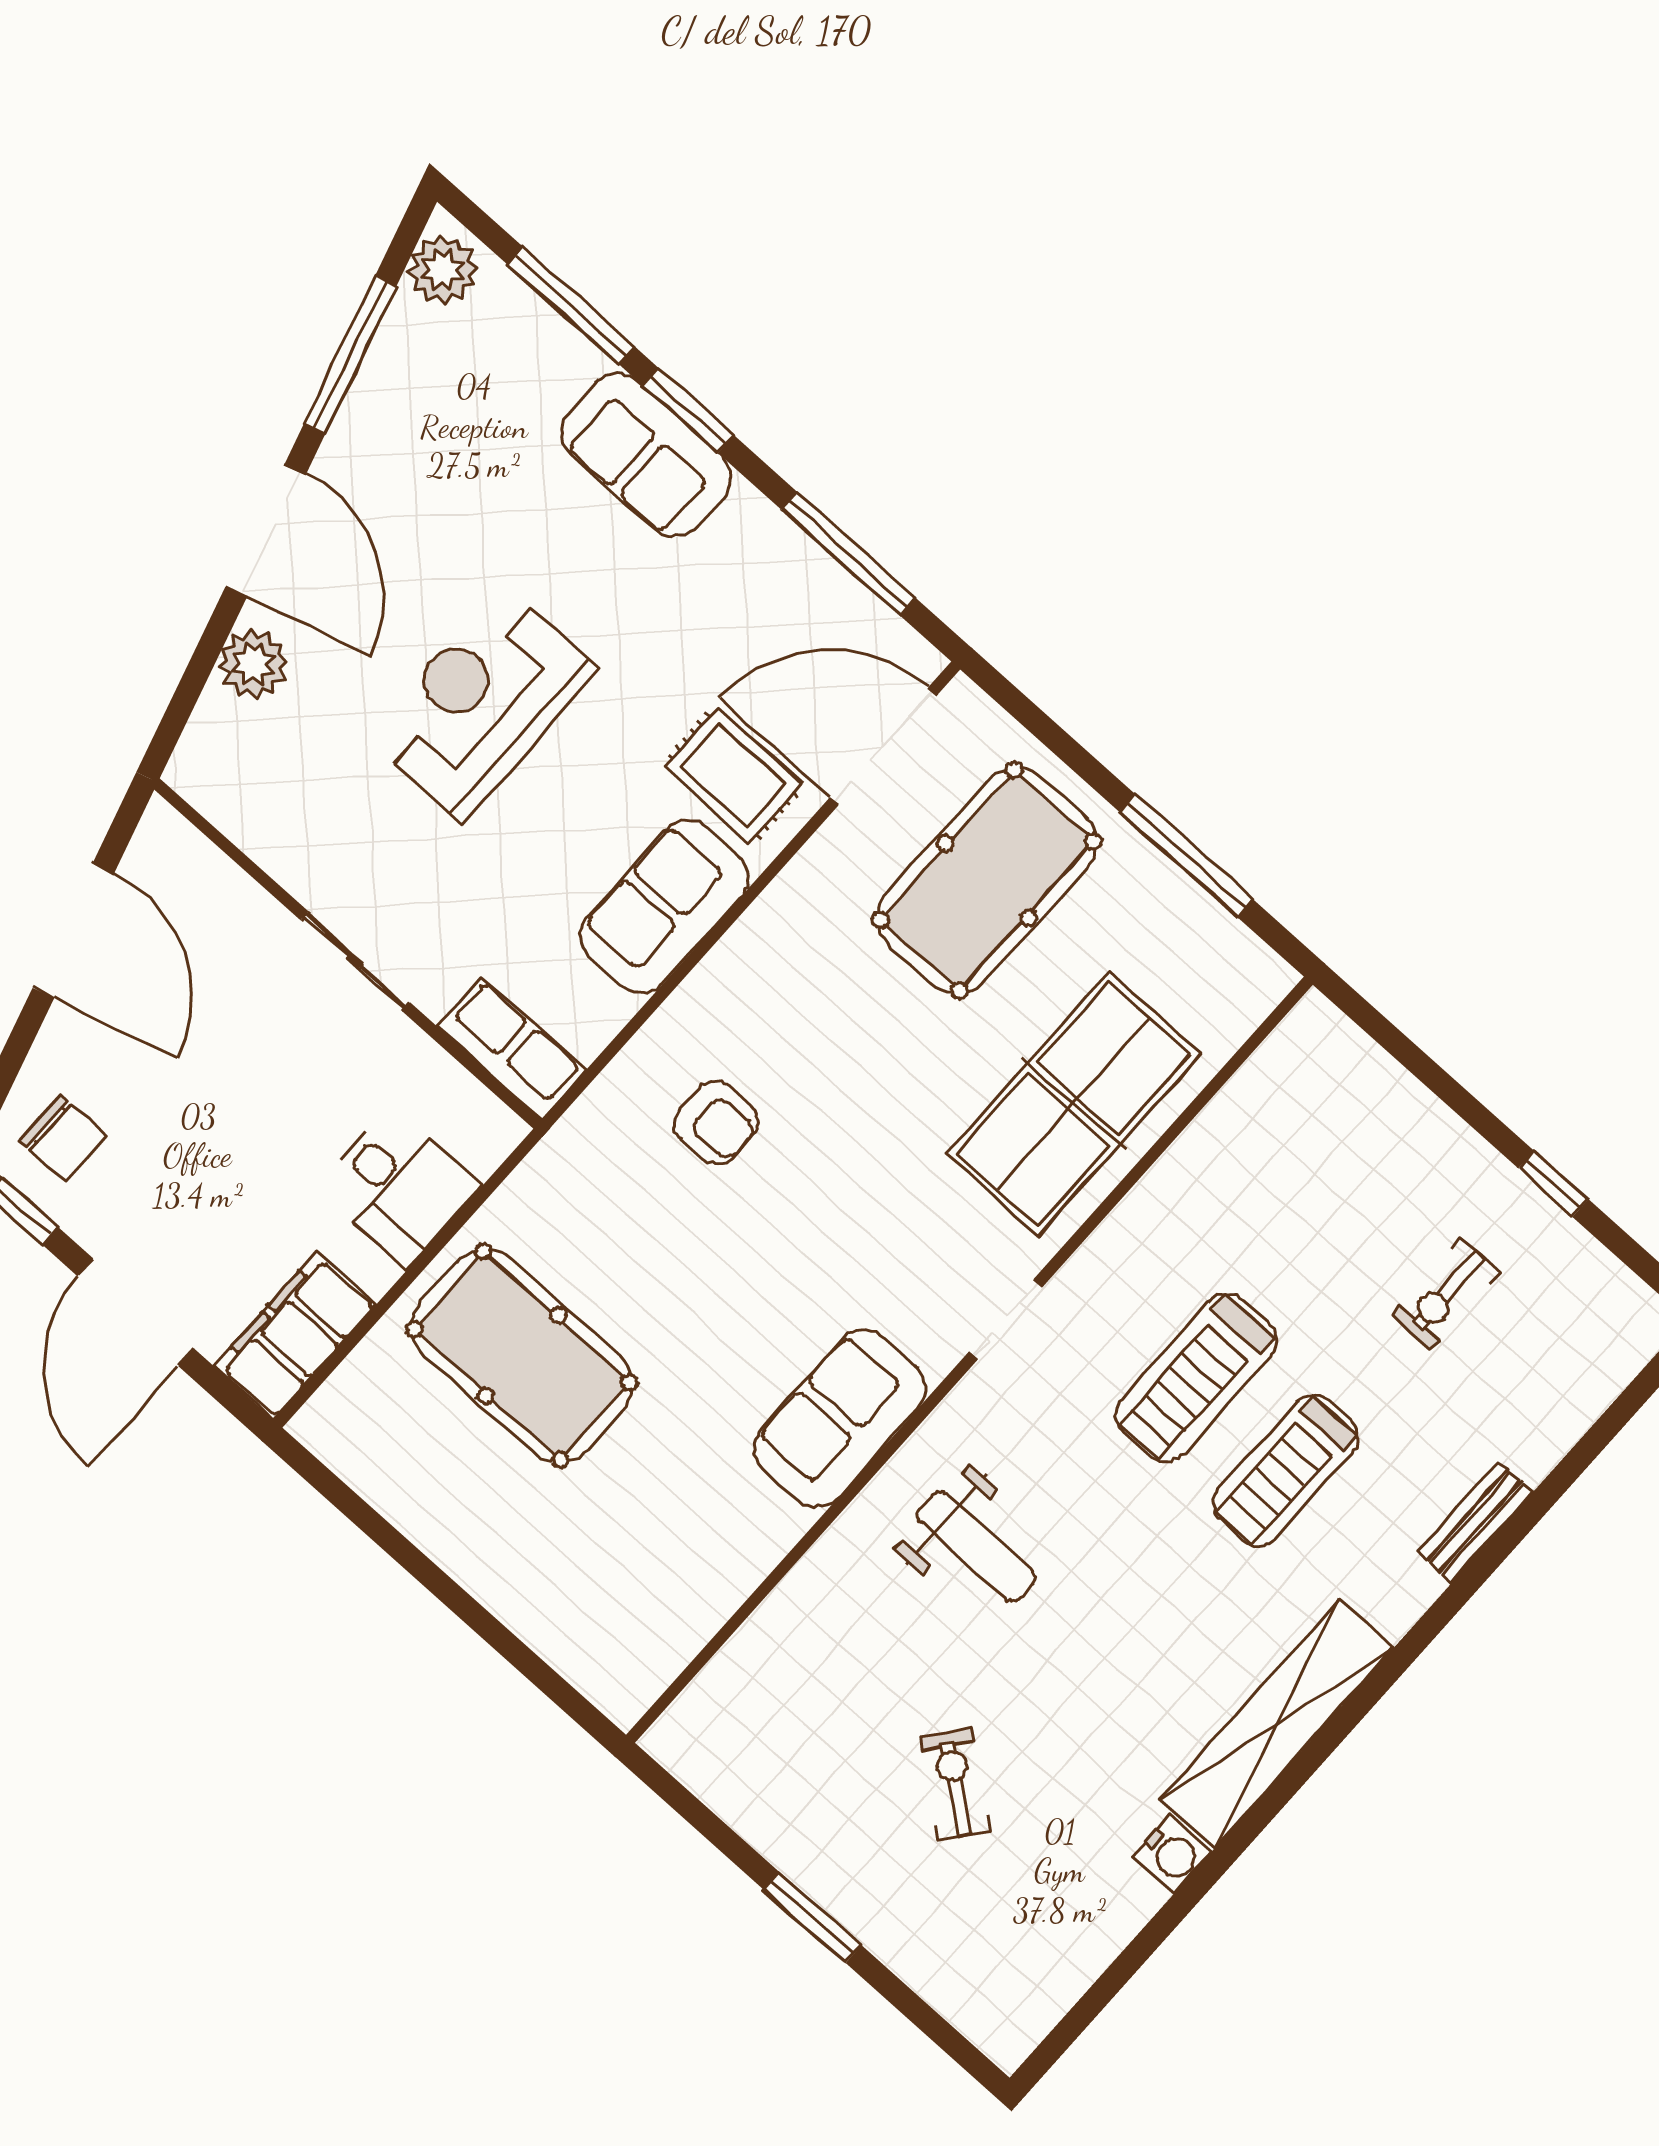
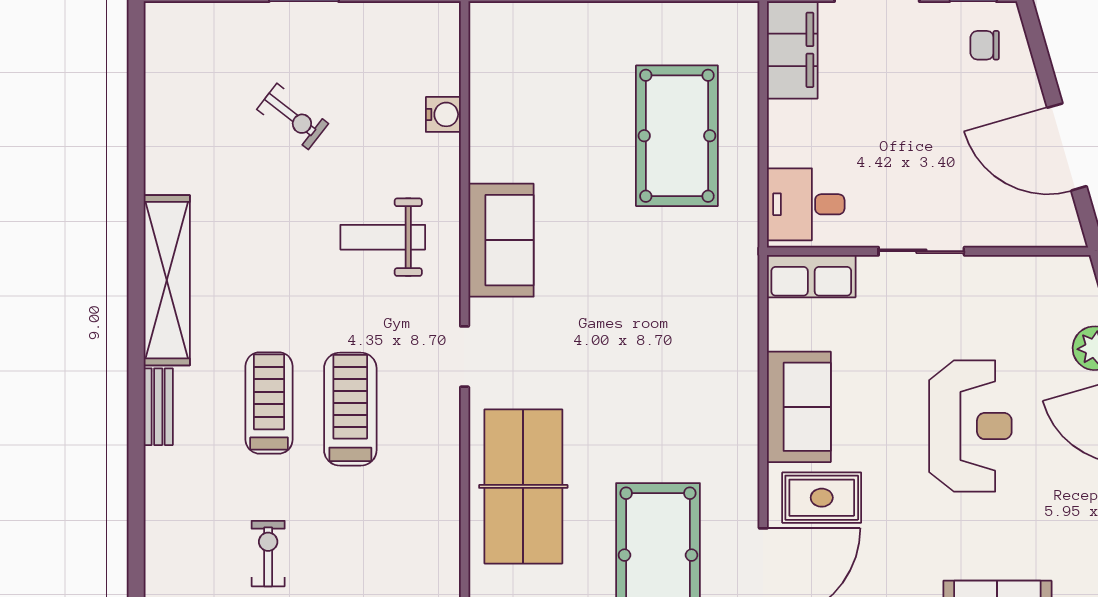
armchair: (716, 1122) -> (684, 327), removed
chair: (63, 1138) -> (985, 45), width x0.73, depth x0.73
desk: (399, 1187) -> (806, 204), moved
pool table: (522, 1356) -> (677, 136), turned 90
bench: (1475, 1522) -> (158, 407), moved
water cooler: (1172, 1854) -> (443, 114), moved, turned 180

